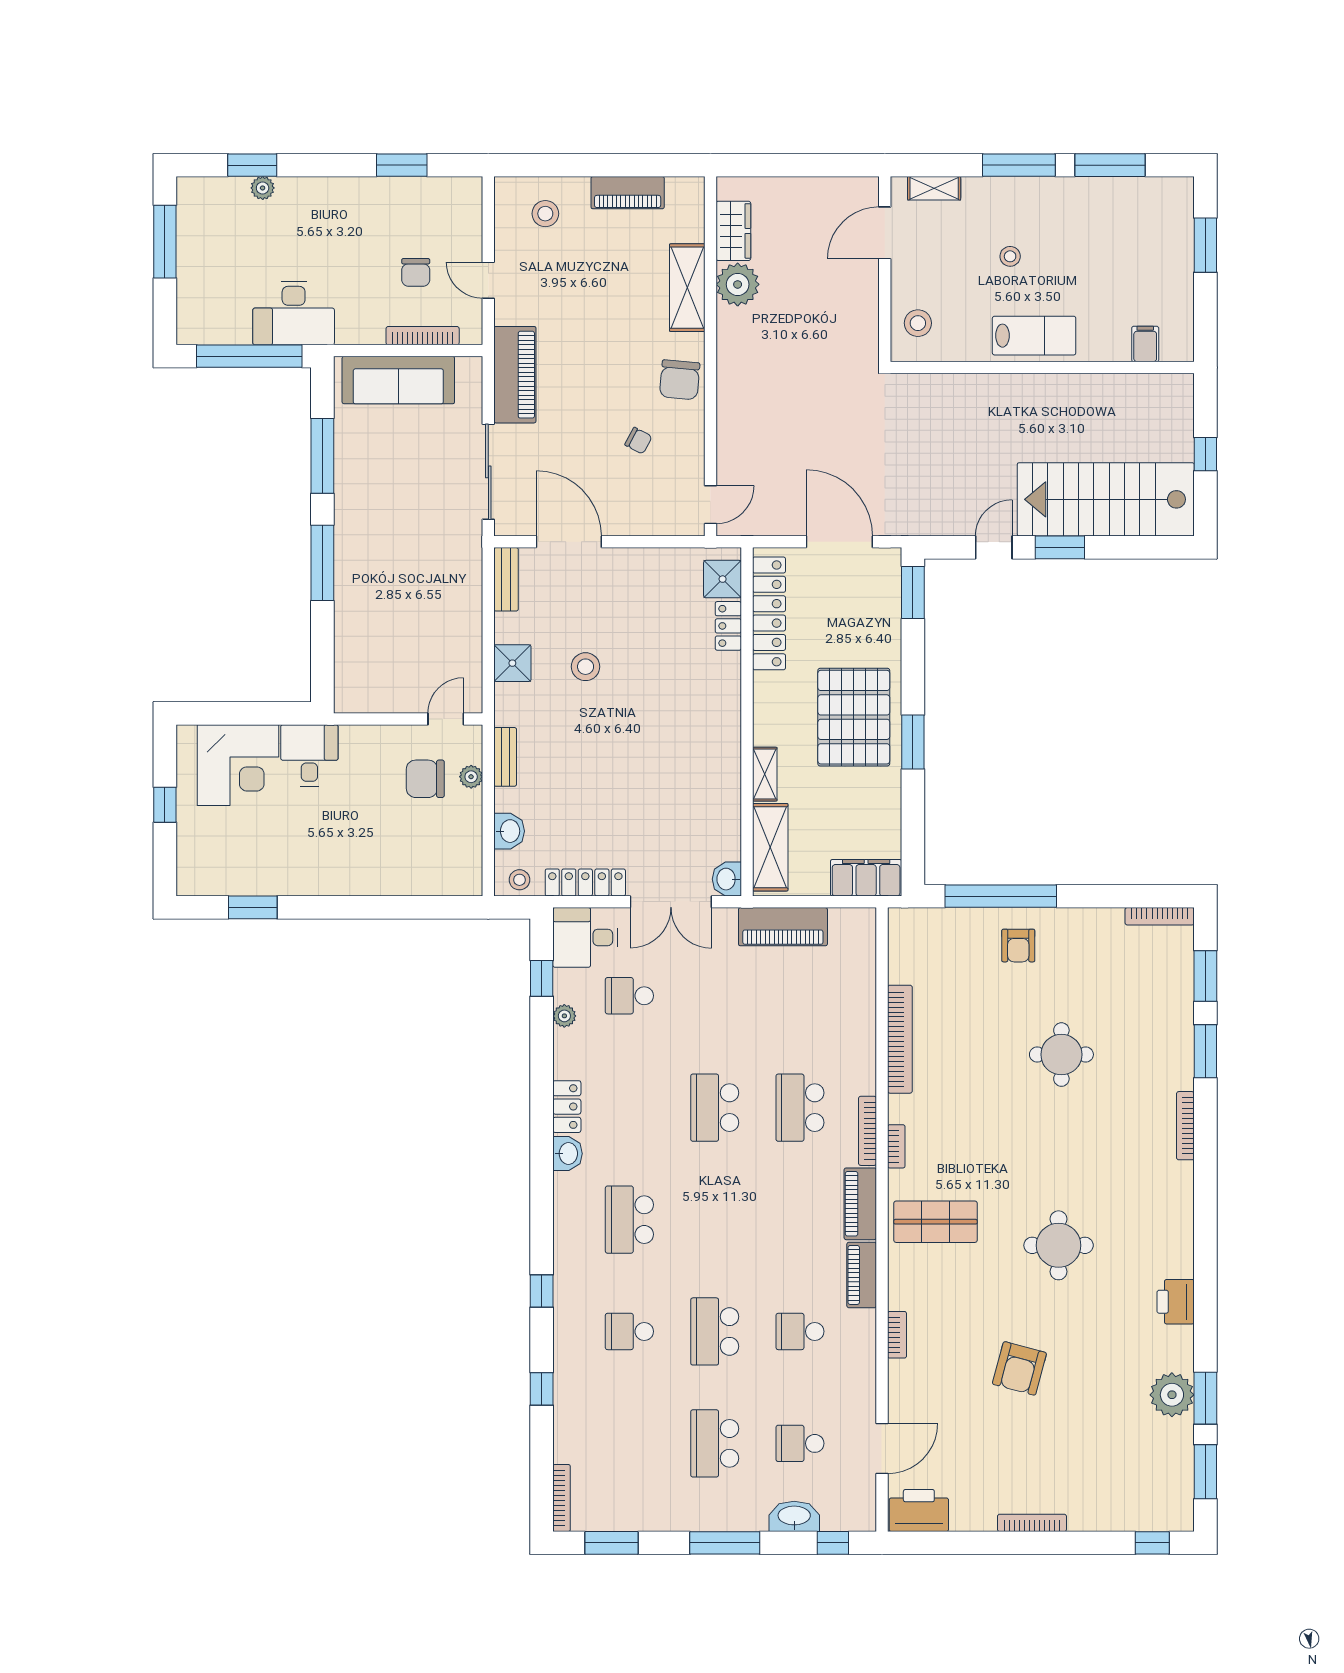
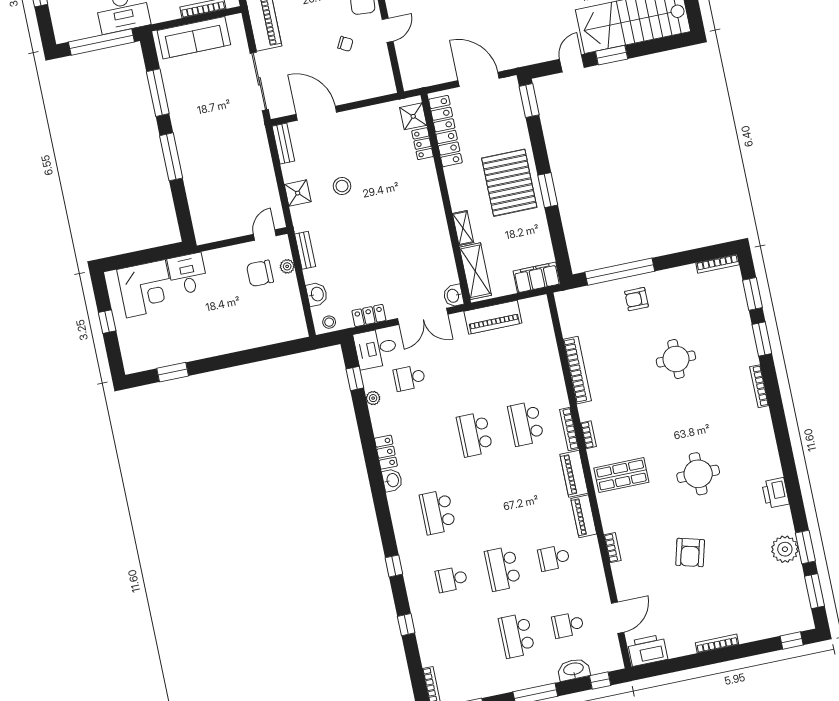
door: (710, 505) -> (388, 30), moved
locker: (585, 882) -> (369, 315), width x0.66
armchair: (1018, 946) -> (636, 299), turned 90

